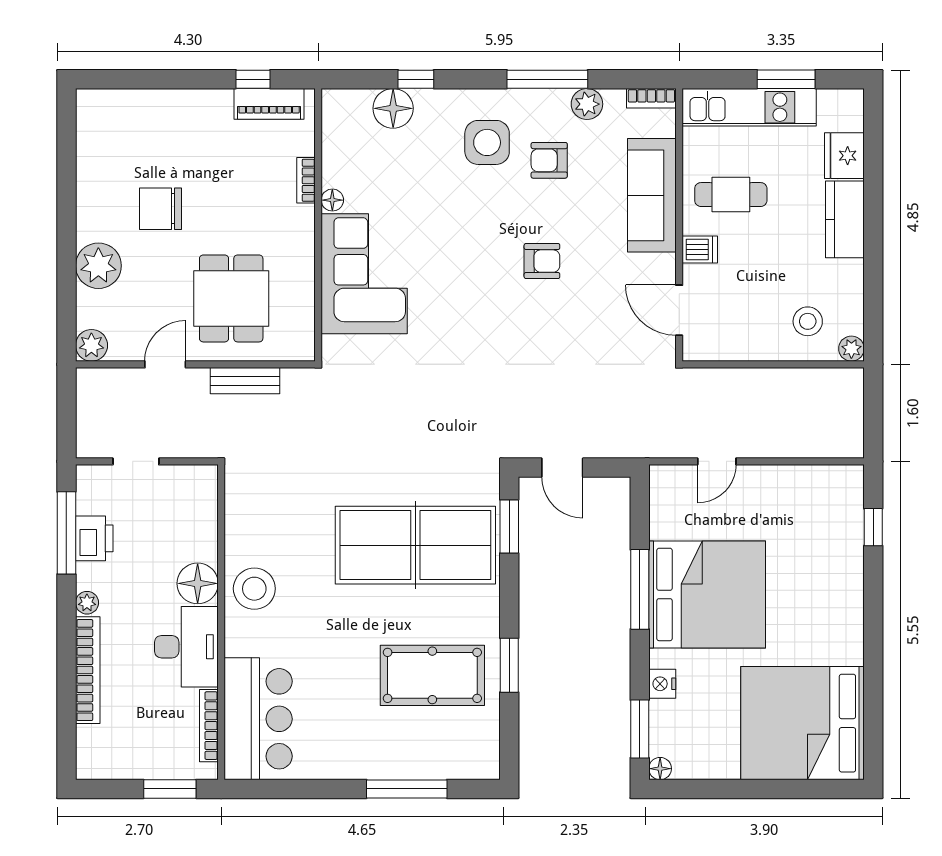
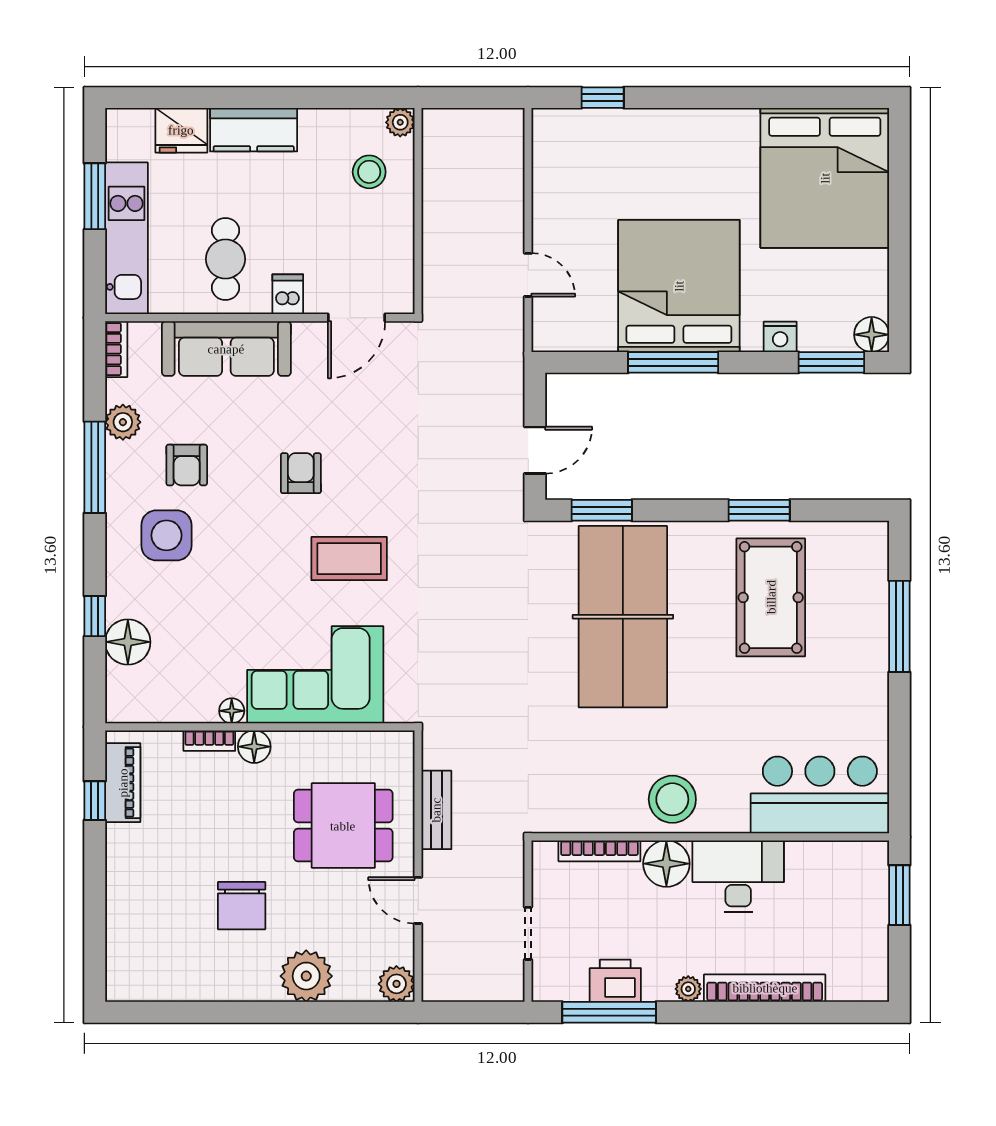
floor lamp: (301, 220) -> (254, 747), added
coffee table: (467, 304) -> (349, 559), added
bookcase: (209, 726) -> (599, 851), moved
floor lamp: (660, 769) -> (872, 335), width x1.37, depth x1.37

